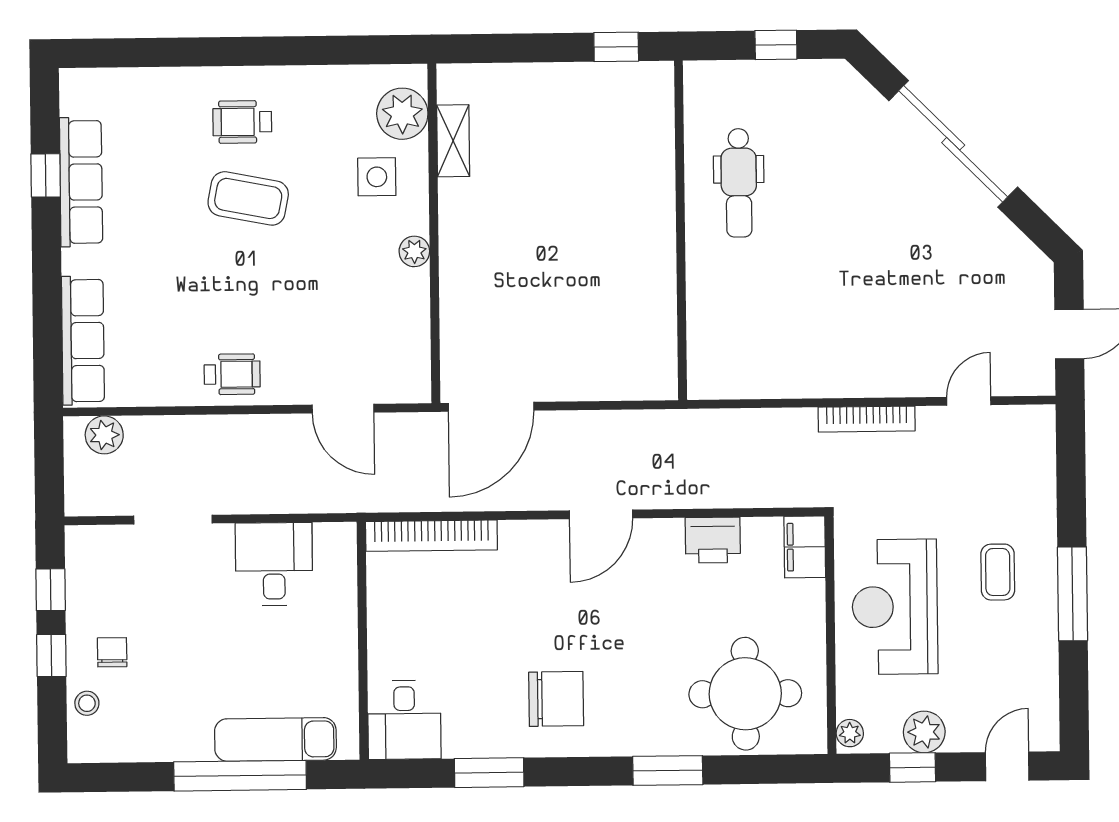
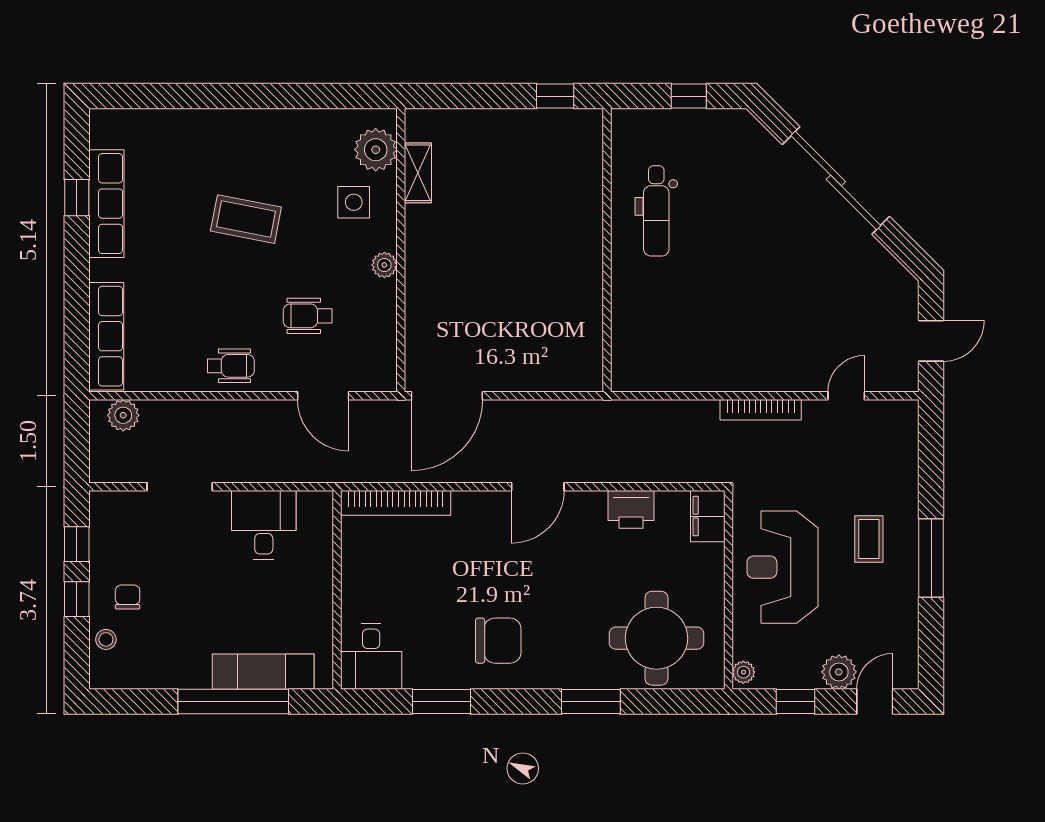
wheelchair: (242, 122) -> (308, 316), moved
plant: (924, 732) -> (839, 672), moved

